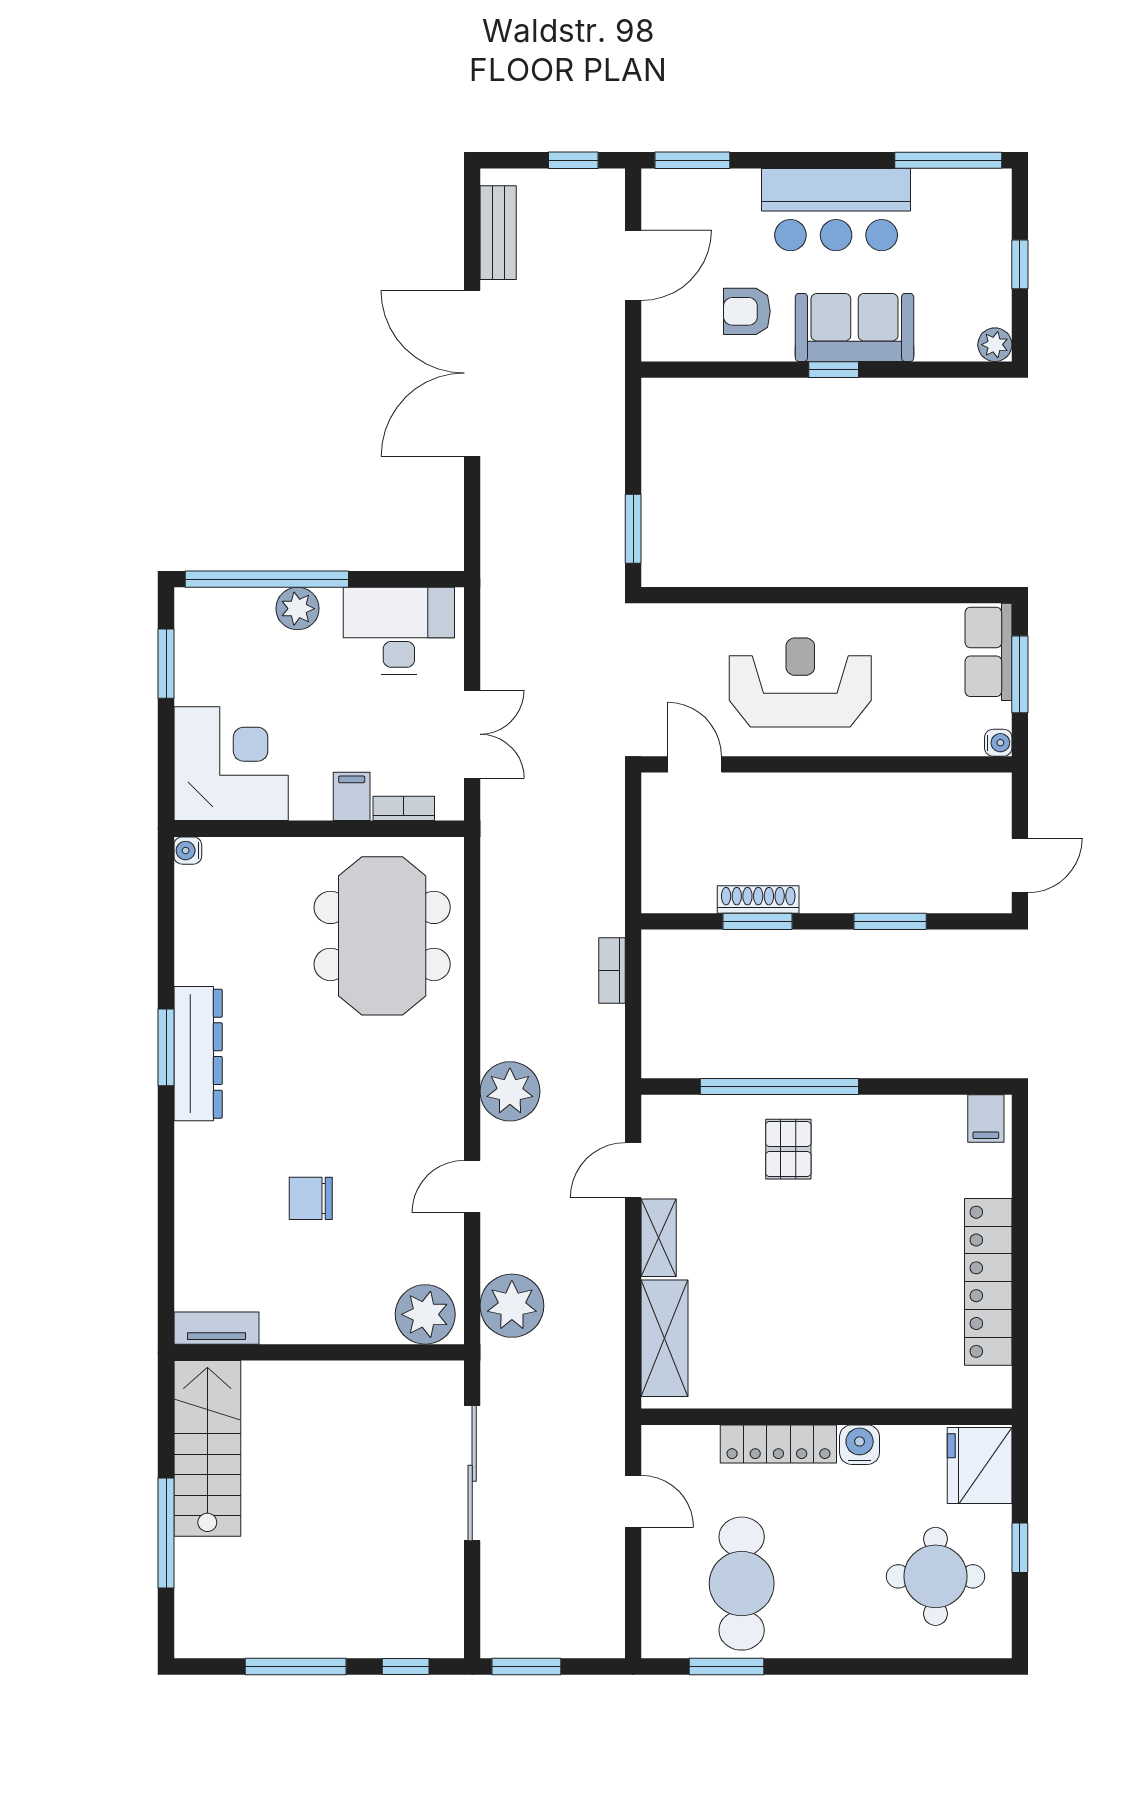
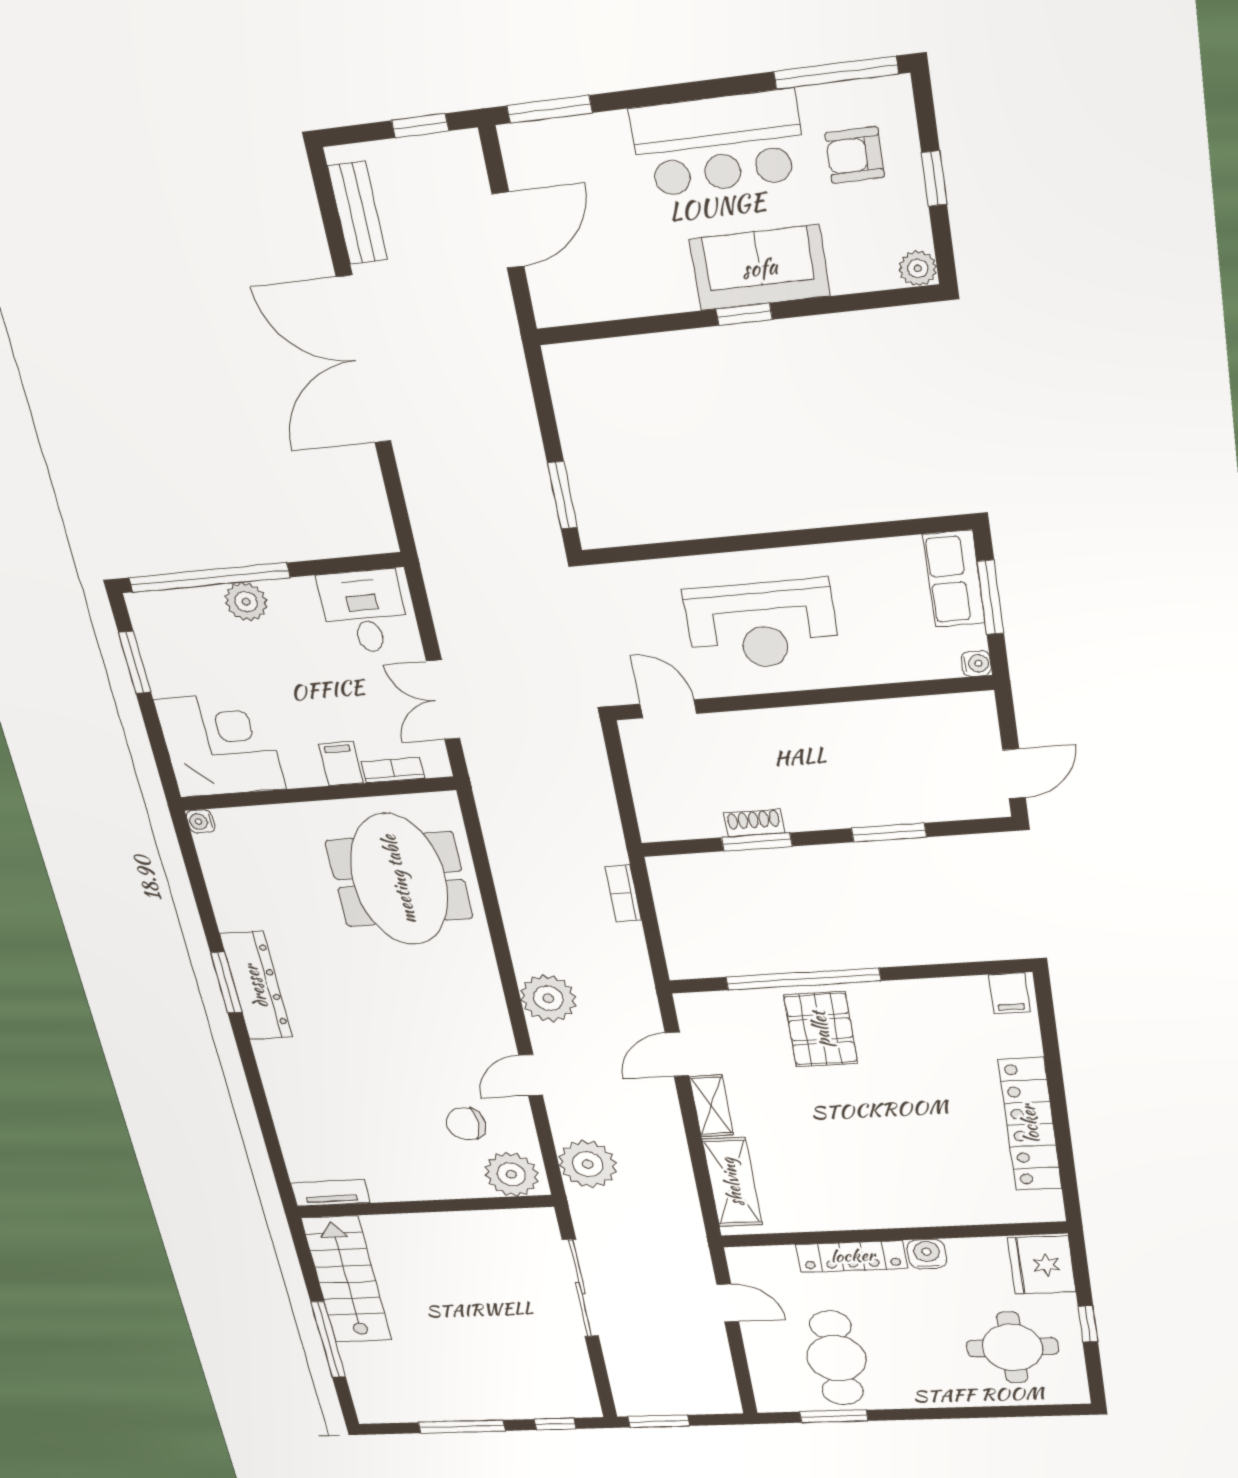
armchair: (747, 311) -> (855, 155), moved
desk: (399, 631) -> (364, 612), width x0.73
reception desk: (800, 683) -> (762, 625), turned 180
double door: (472, 734) -> (443, 700), swing flipped
shoe rack: (758, 899) -> (754, 823), width x0.70
pallet: (788, 1149) -> (821, 1029), width x1.50, depth x1.42
chair: (311, 1198) -> (466, 1124), moved

